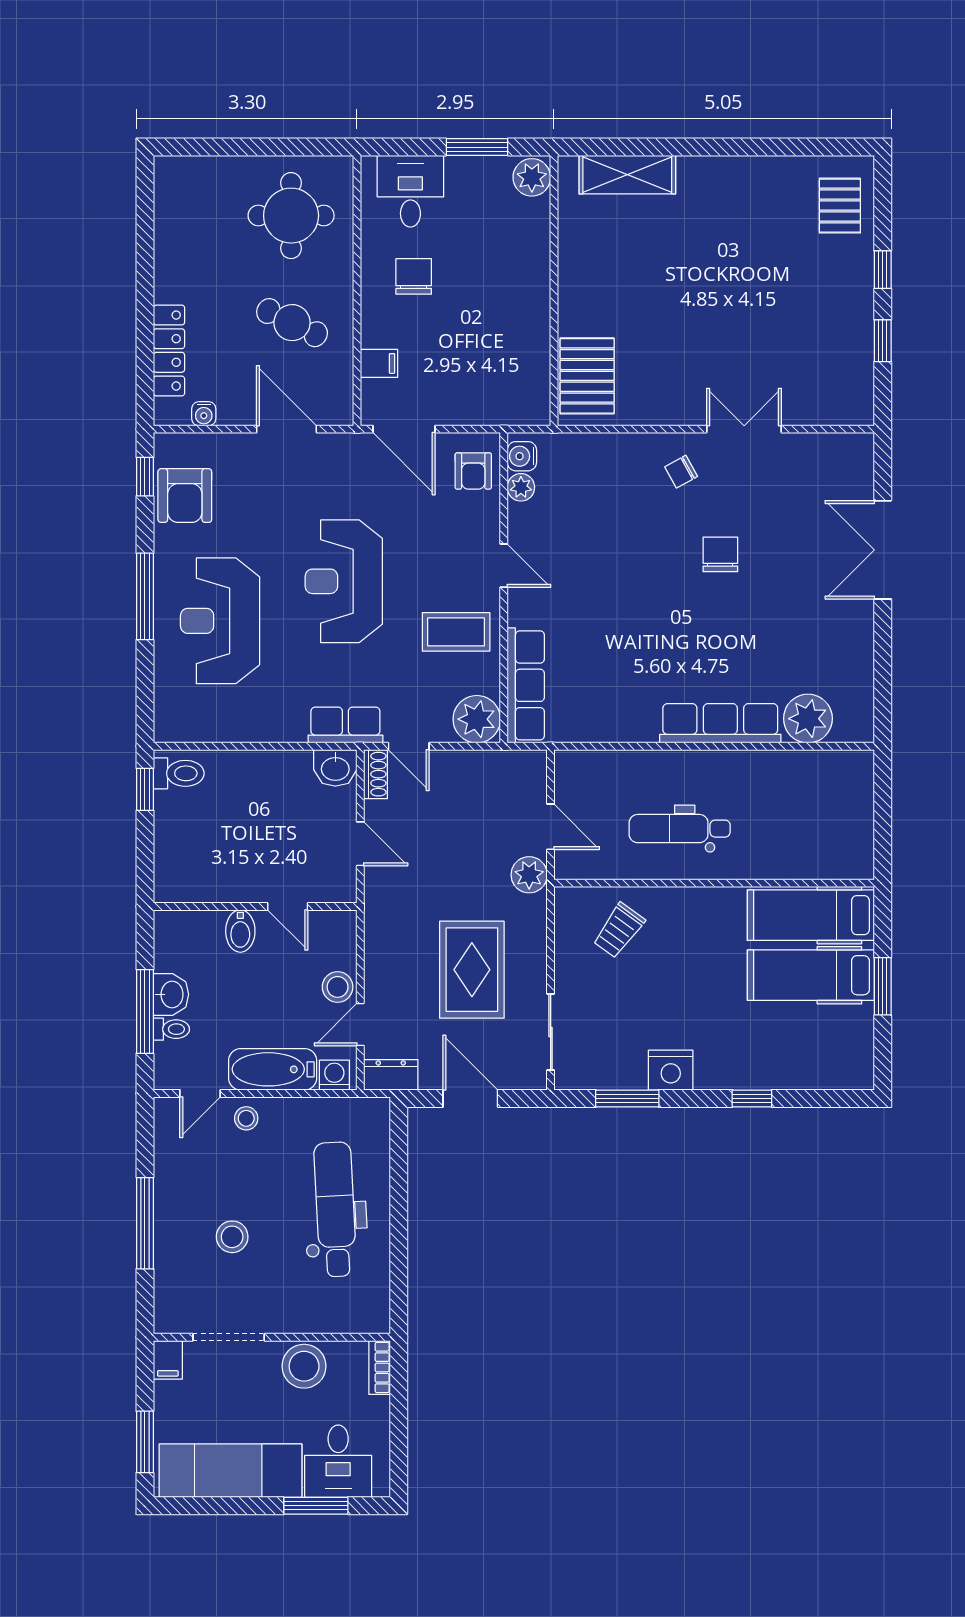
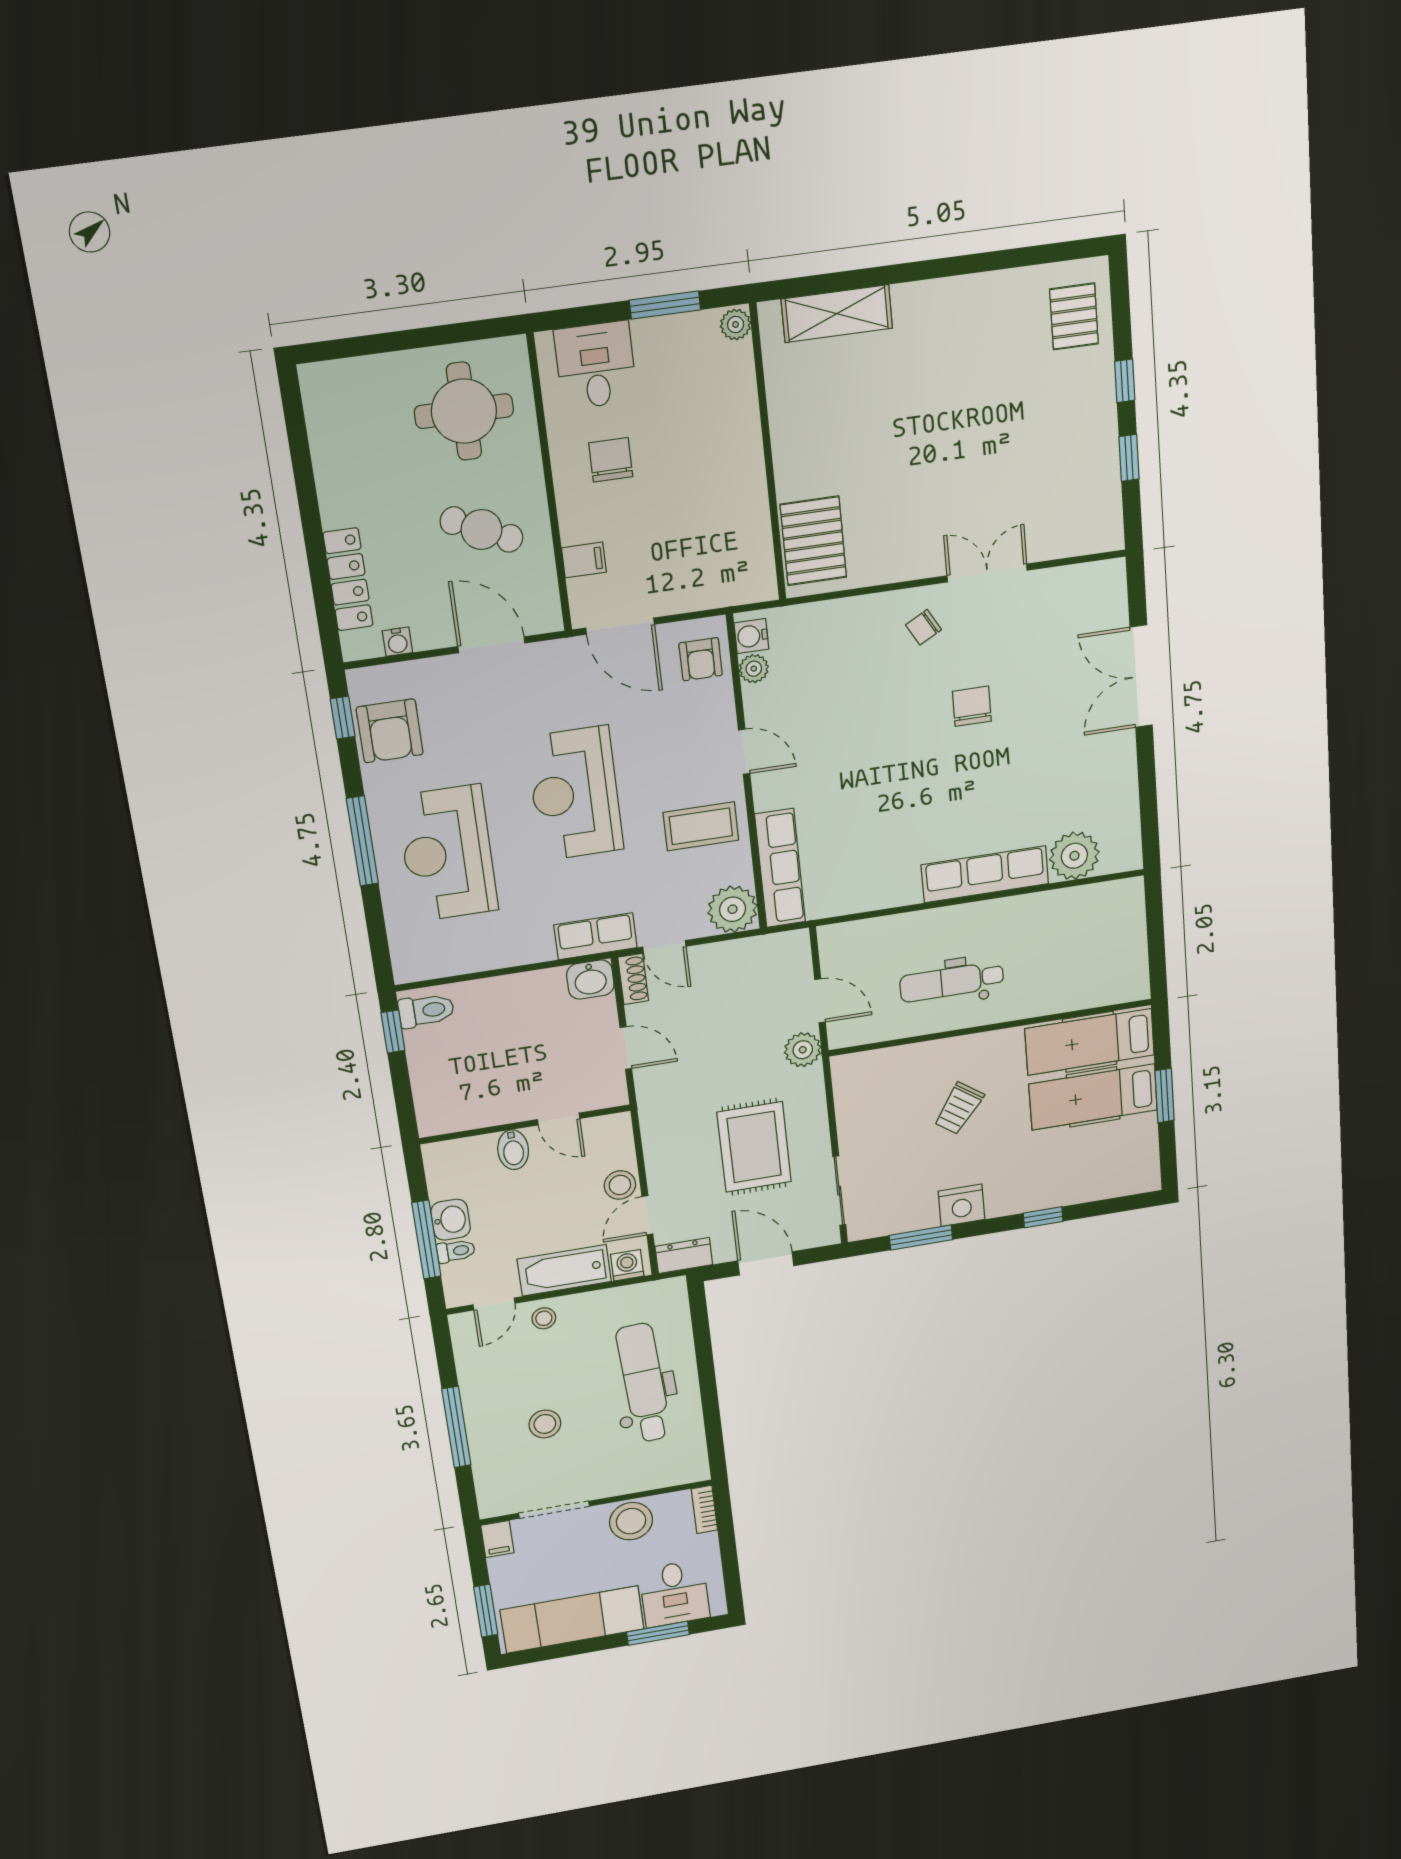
plant: (532, 177) -> (736, 325), width x0.73, depth x0.73
trolley: (619, 930) -> (959, 1108), moved

